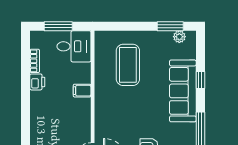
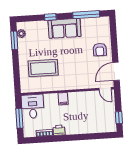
sofa: (183, 91) -> (64, 28), width x0.73

